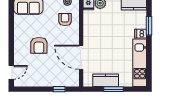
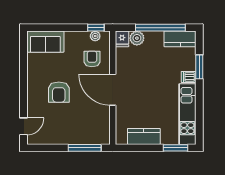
door: (81, 57) -> (113, 90), moved
window: (59, 89) -> (85, 148), width x2.17
window: (113, 89) -> (175, 148), moved

